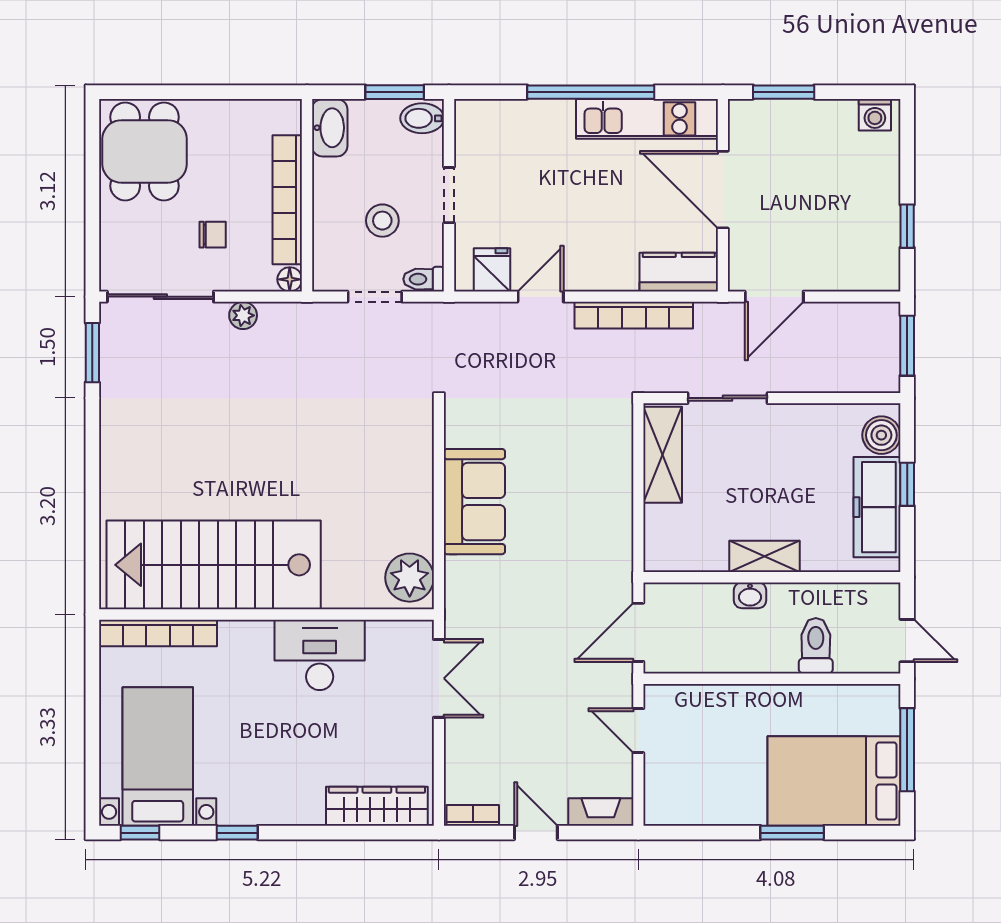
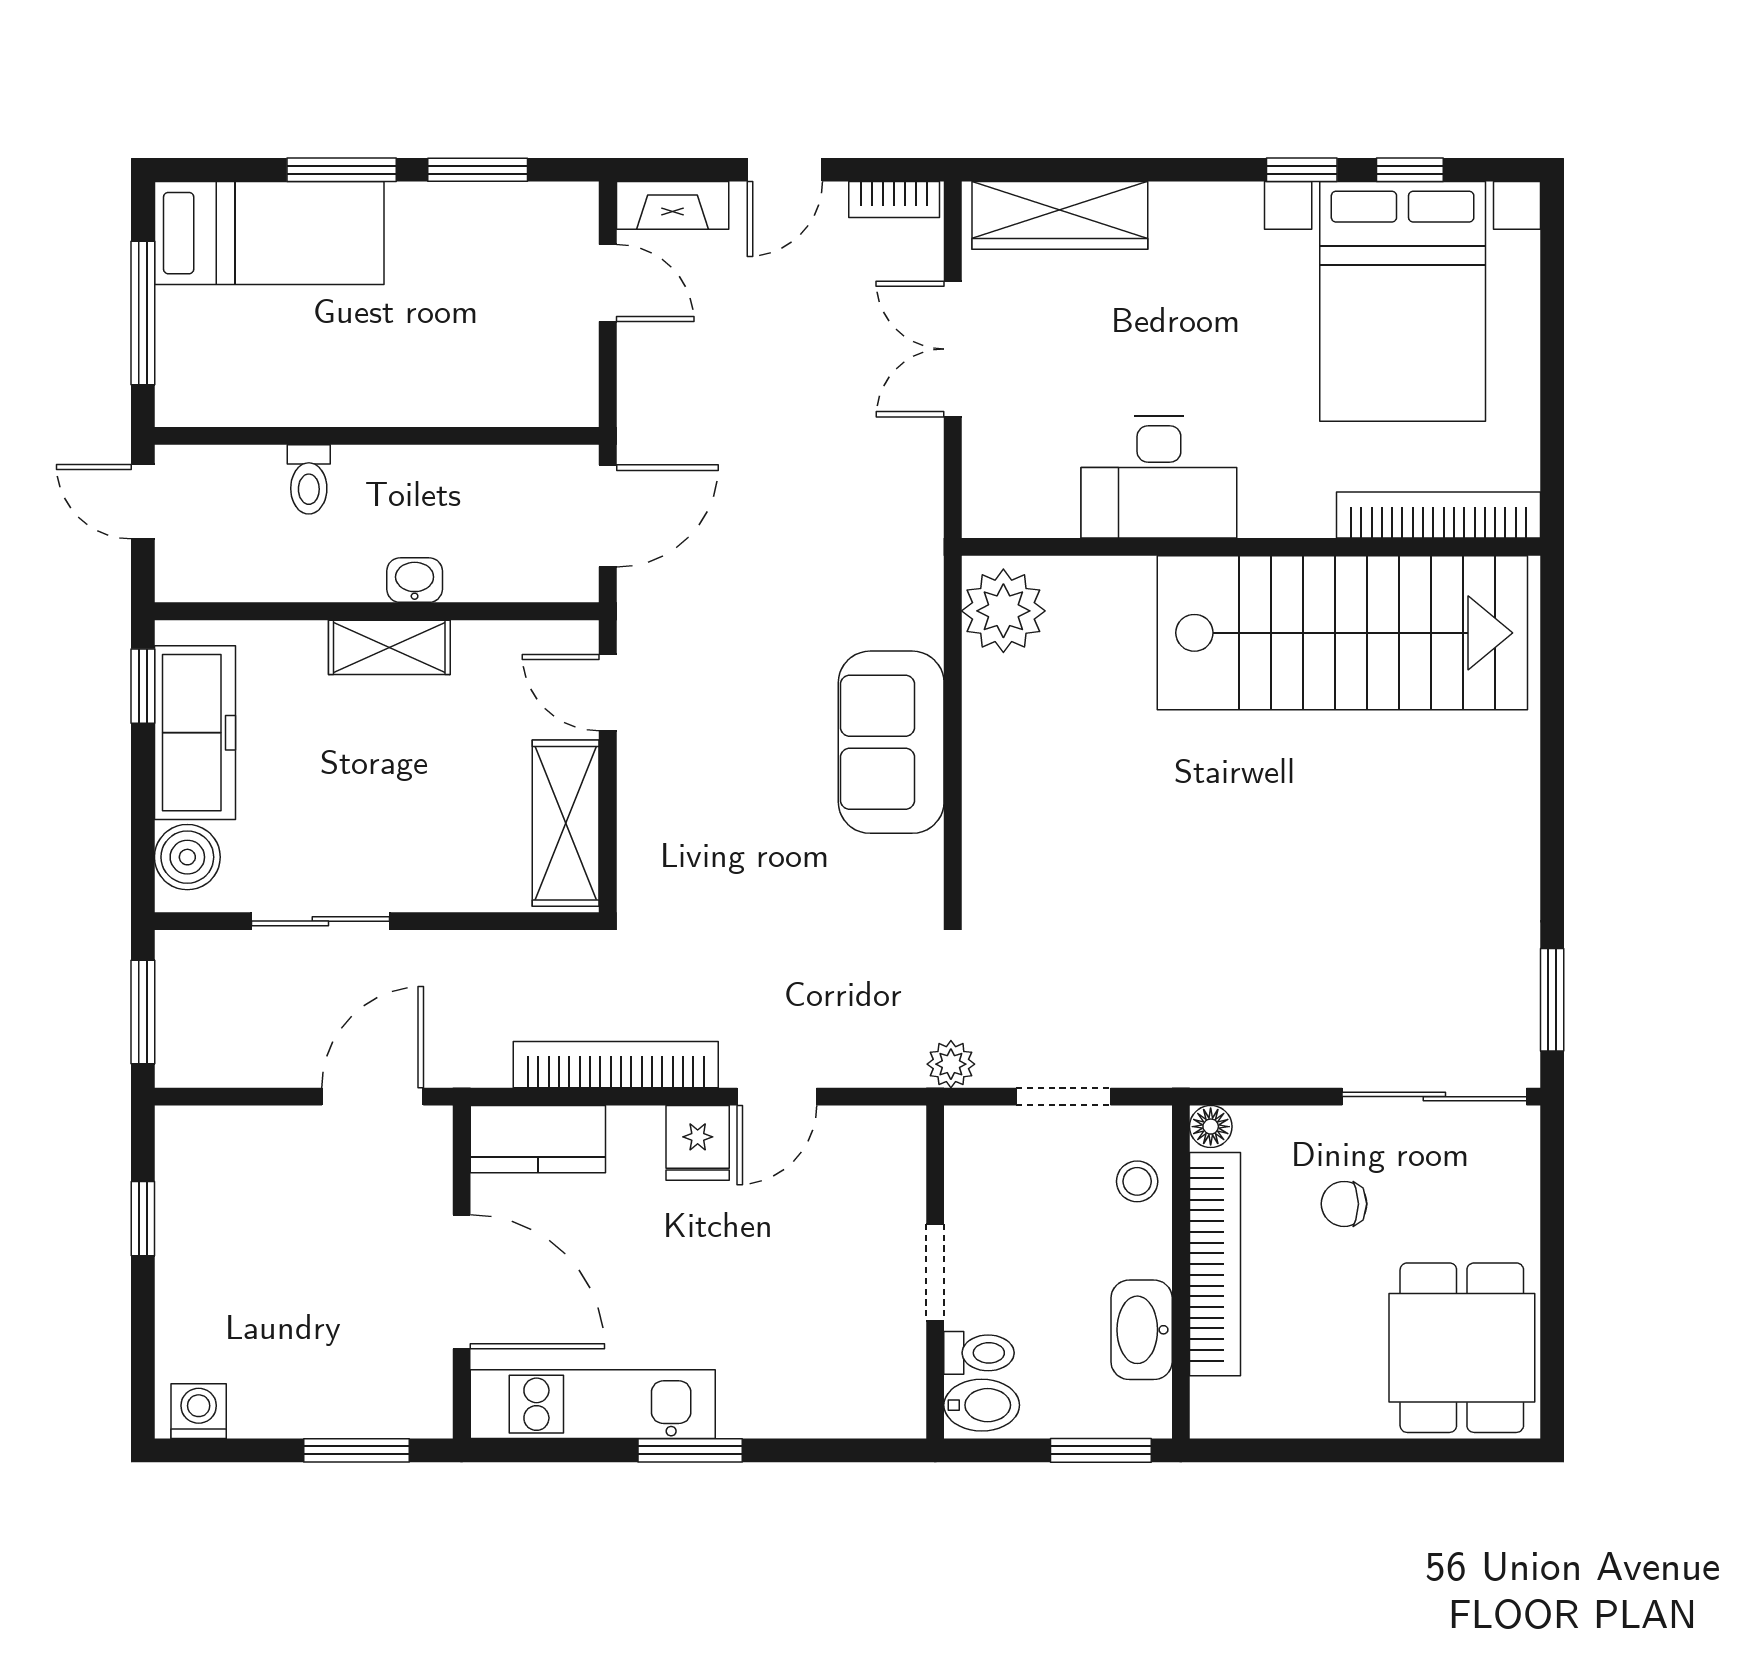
window: (395, 92) -> (1101, 1450), moved
window: (591, 92) -> (690, 1450), width x0.47
washbasin: (330, 128) -> (1142, 1330), moved
stool: (382, 221) -> (1137, 1181), moved, width x0.73, depth x0.73
fridge: (492, 270) -> (698, 1143), moved
toilet: (424, 279) -> (979, 1353), moved
plant: (243, 315) -> (951, 1064), moved
sliding door: (728, 398) -> (320, 921), moved
window: (907, 484) -> (143, 686), moved
door: (638, 530) -> (608, 693), added
toilet: (816, 646) -> (309, 479), width x0.73, depth x0.72
double door: (439, 678) -> (953, 349), moved
door: (638, 731) -> (608, 283), moved
bed with nightstands: (158, 756) -> (1403, 301), width x1.36
bed: (834, 781) -> (269, 233), width x0.67
window: (140, 833) -> (1410, 170), moved
door: (536, 833) -> (785, 170), hinge flipped
window: (714, 833) -> (478, 170), added

